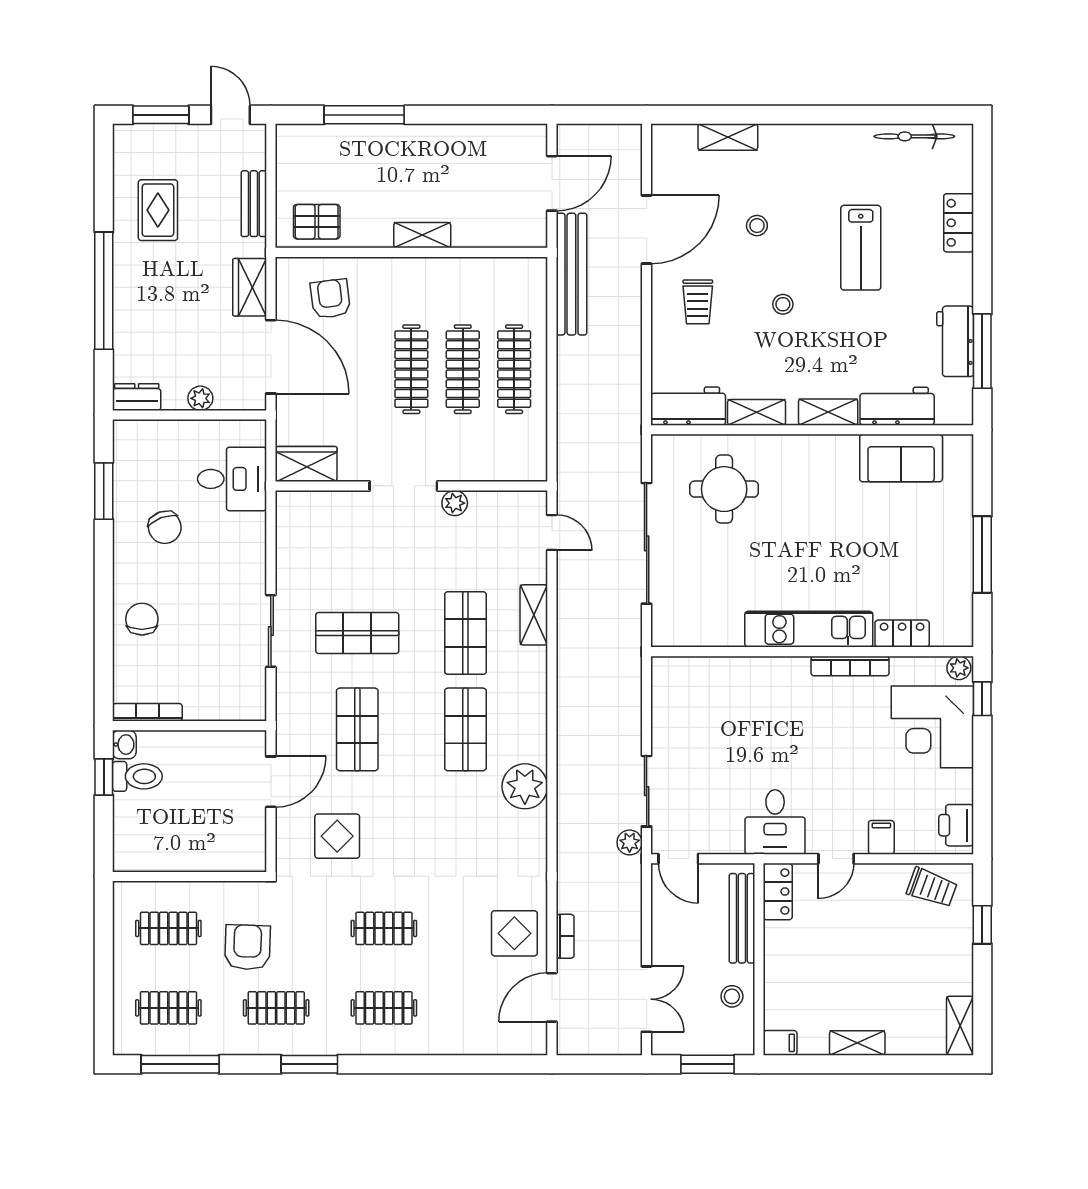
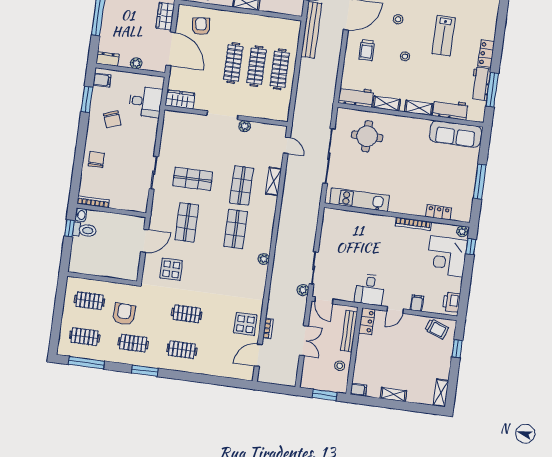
locker: (959, 223) -> (486, 54), moved
filing cabinet: (131, 445) -> (102, 80), added
sofa: (901, 458) -> (456, 134), width x1.36
kitchen unit: (809, 629) -> (360, 200), moved
plant: (525, 786) -> (264, 259), width x0.53, depth x0.53
double door: (647, 999) -> (304, 341), moved

